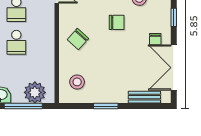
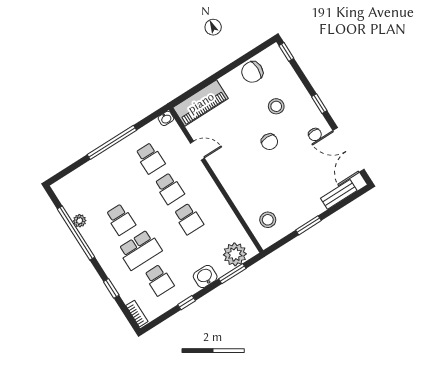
chair: (117, 22) -> (269, 142), turned 90
chair: (78, 39) -> (243, 180), removed
window: (23, 106) -> (232, 274), width x0.69

